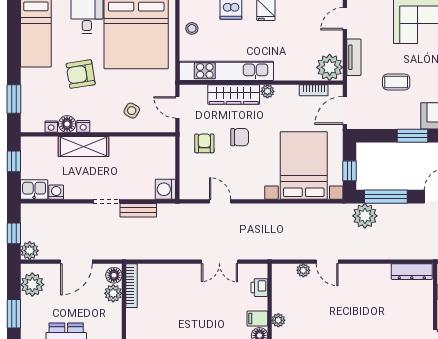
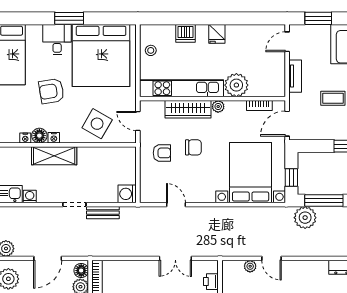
plant: (330, 67) -> (236, 85), moved
side table: (132, 111) -> (97, 124), width x1.87, depth x1.87
armchair: (204, 143) -> (162, 153), turned 90

